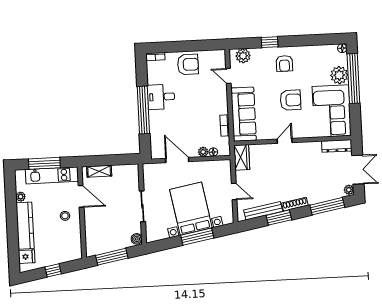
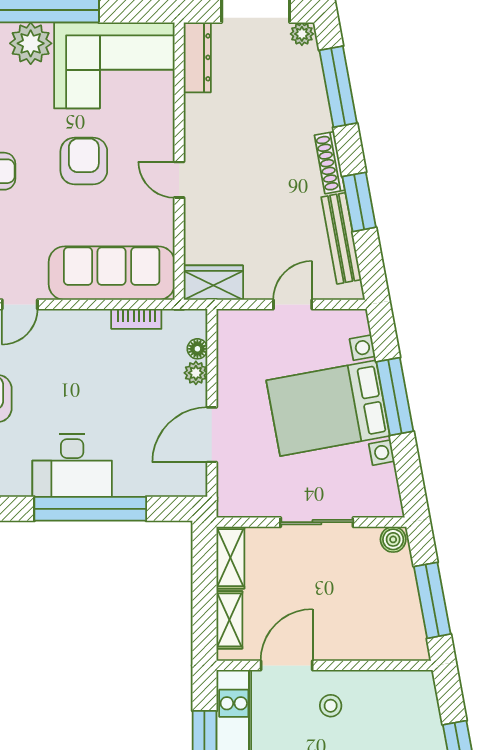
desk: (161, 97) -> (72, 466), width x1.37
shelving: (126, 170) -> (230, 558), added

